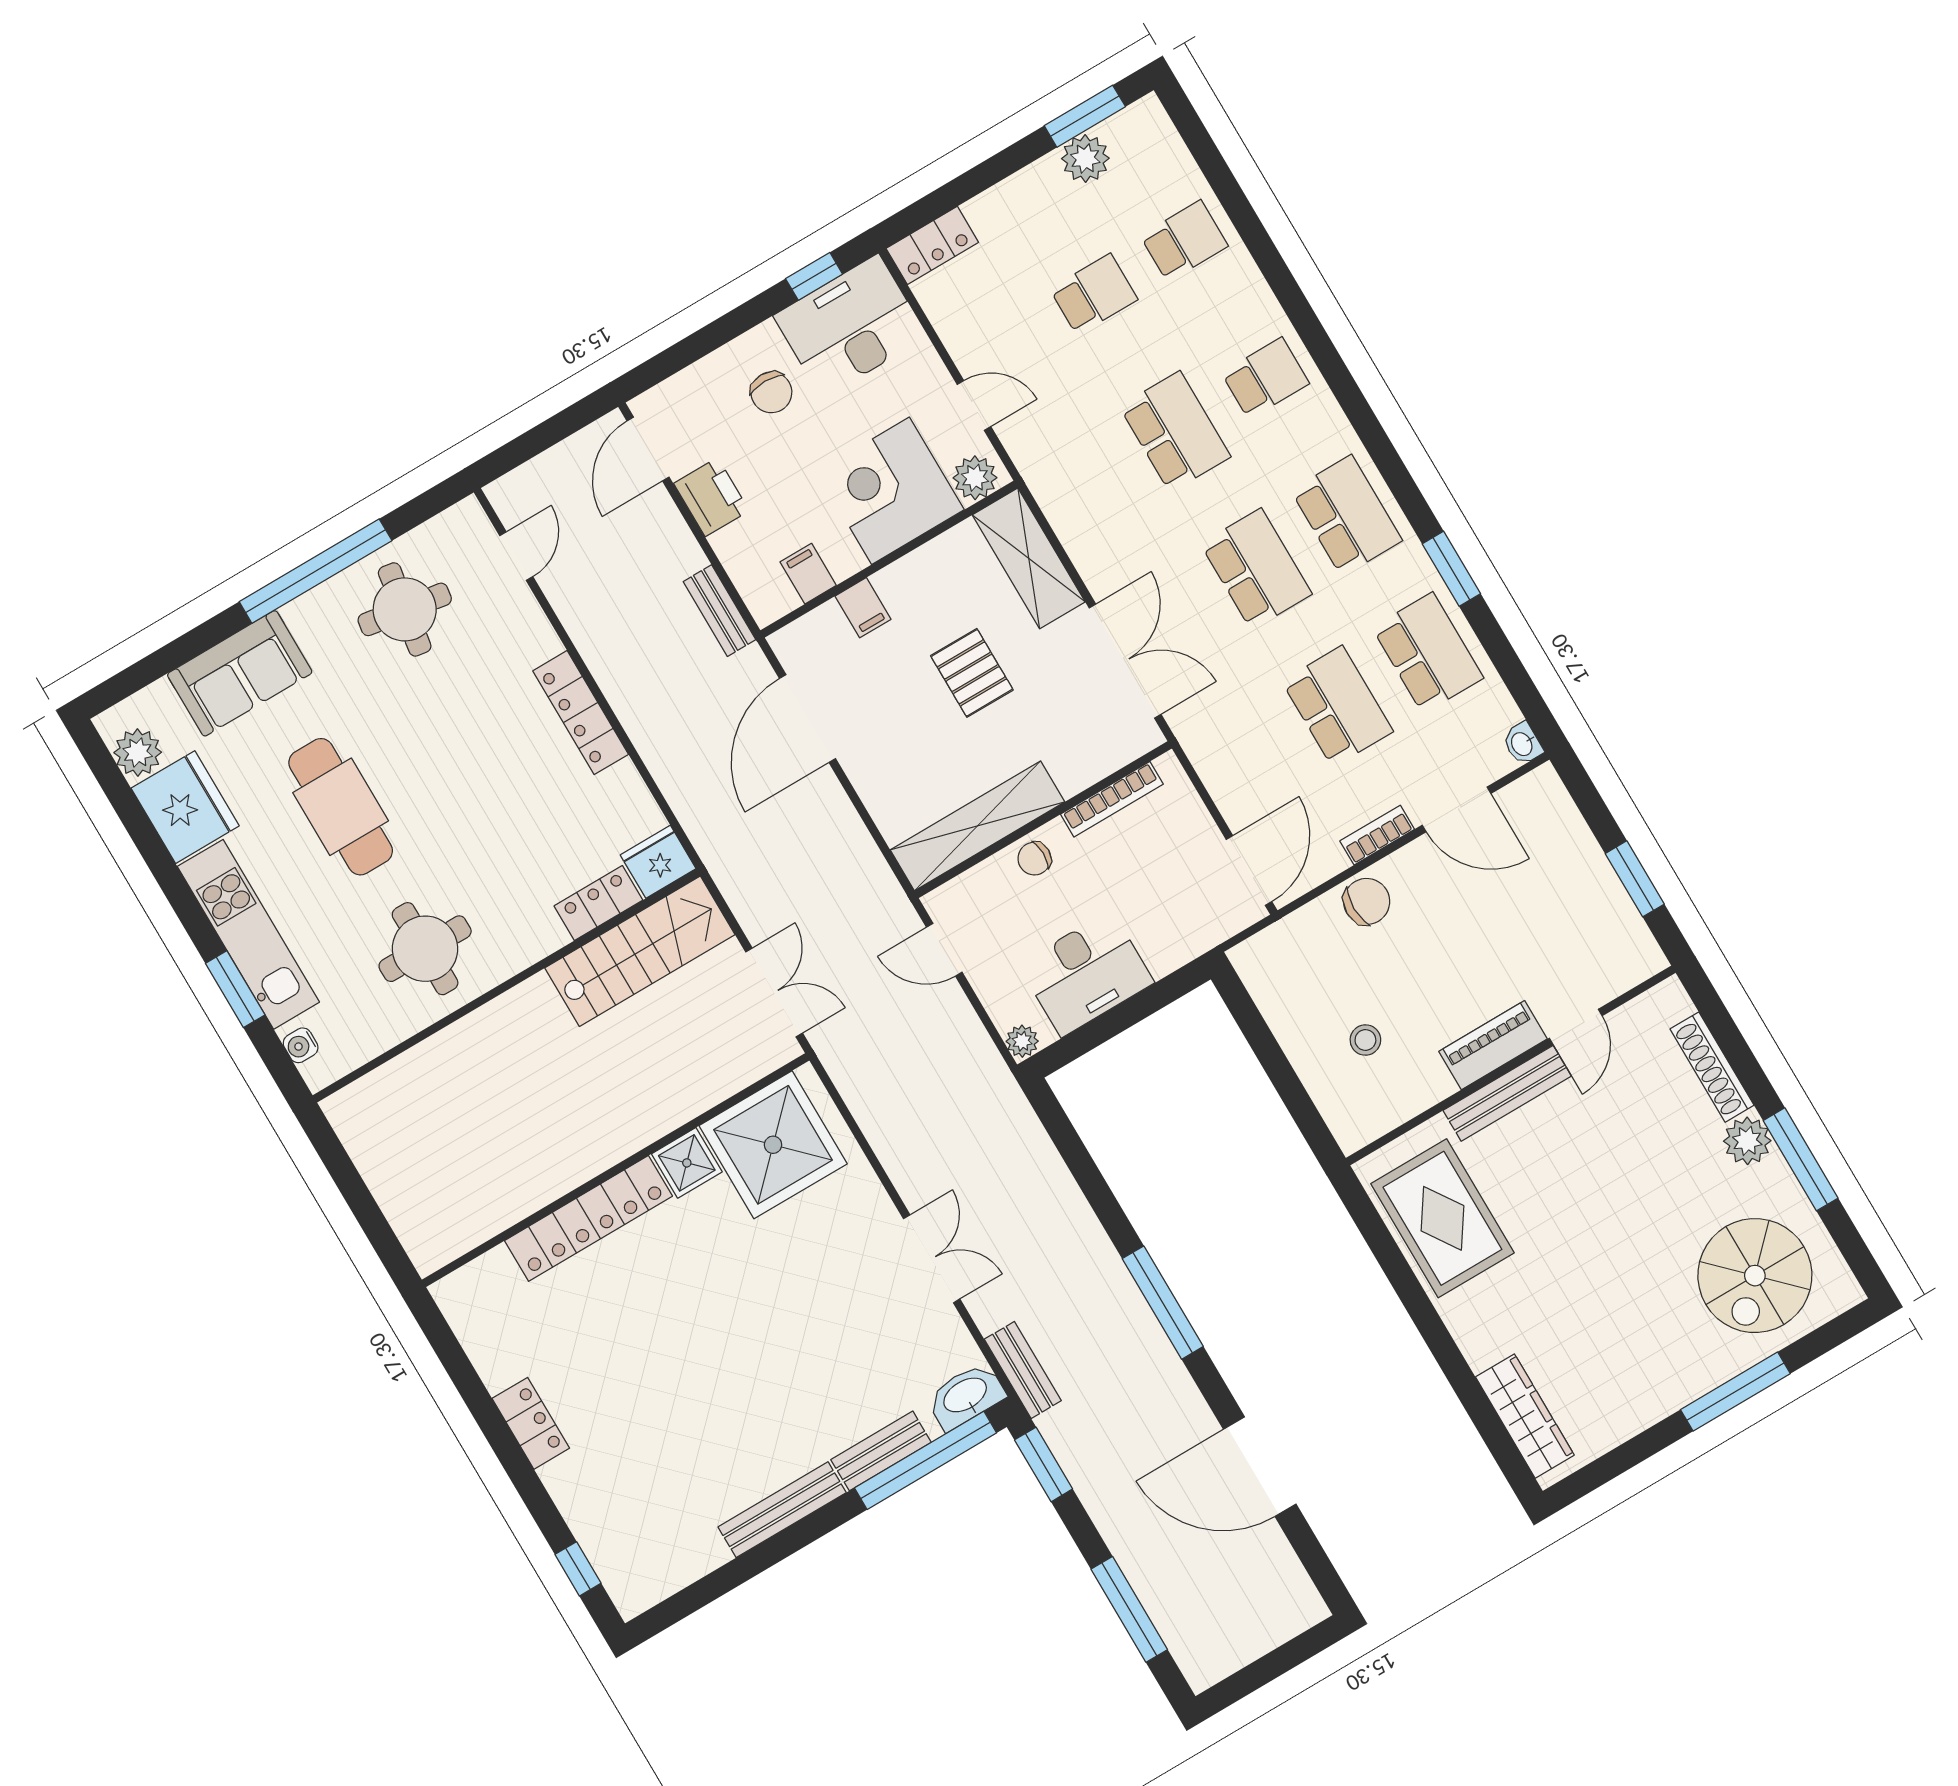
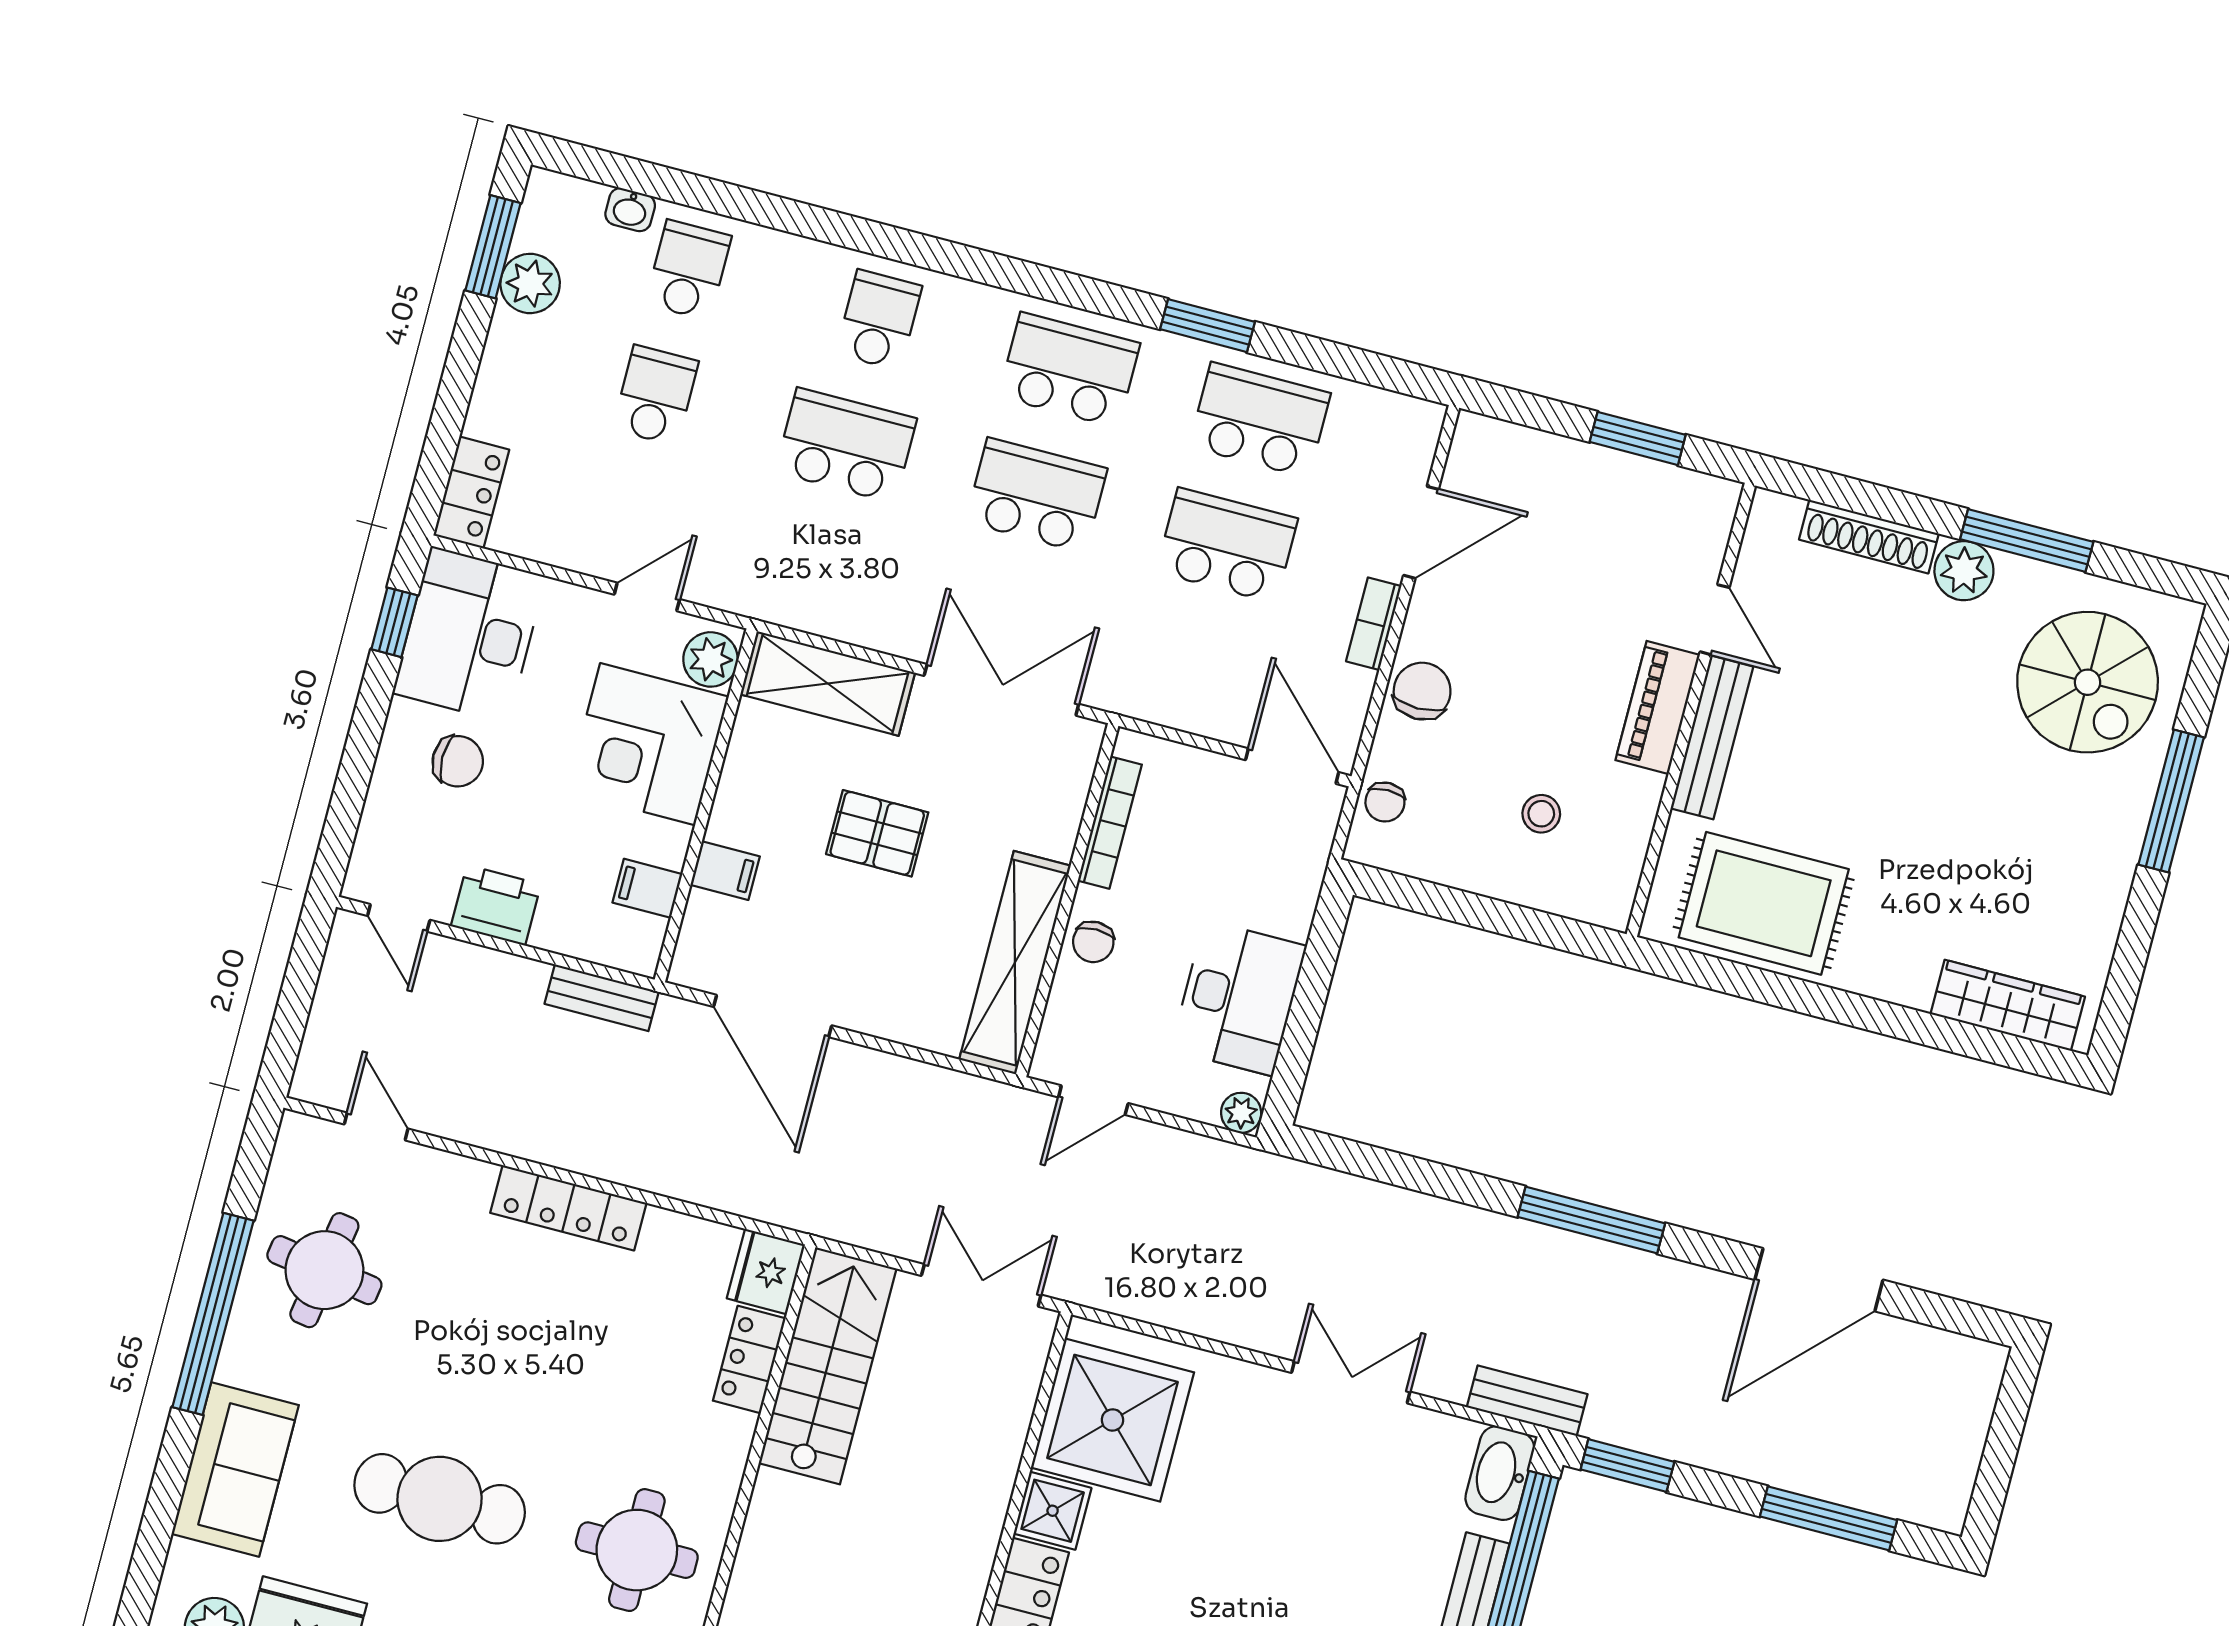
door: (648, 449) -> (399, 918), width x0.73
washbasin: (1523, 744) -> (630, 210), moved
chair: (1282, 944) -> (1385, 802), added

